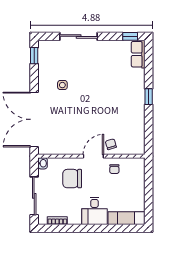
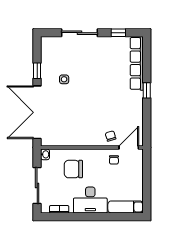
window: (130, 36) -> (118, 33), moved
row of seats: (138, 54) -> (137, 63), width x2.02
window: (34, 56) -> (37, 71), moved
door: (93, 156) -> (129, 147), moved
desk: (94, 211) -> (90, 200), width x1.37

